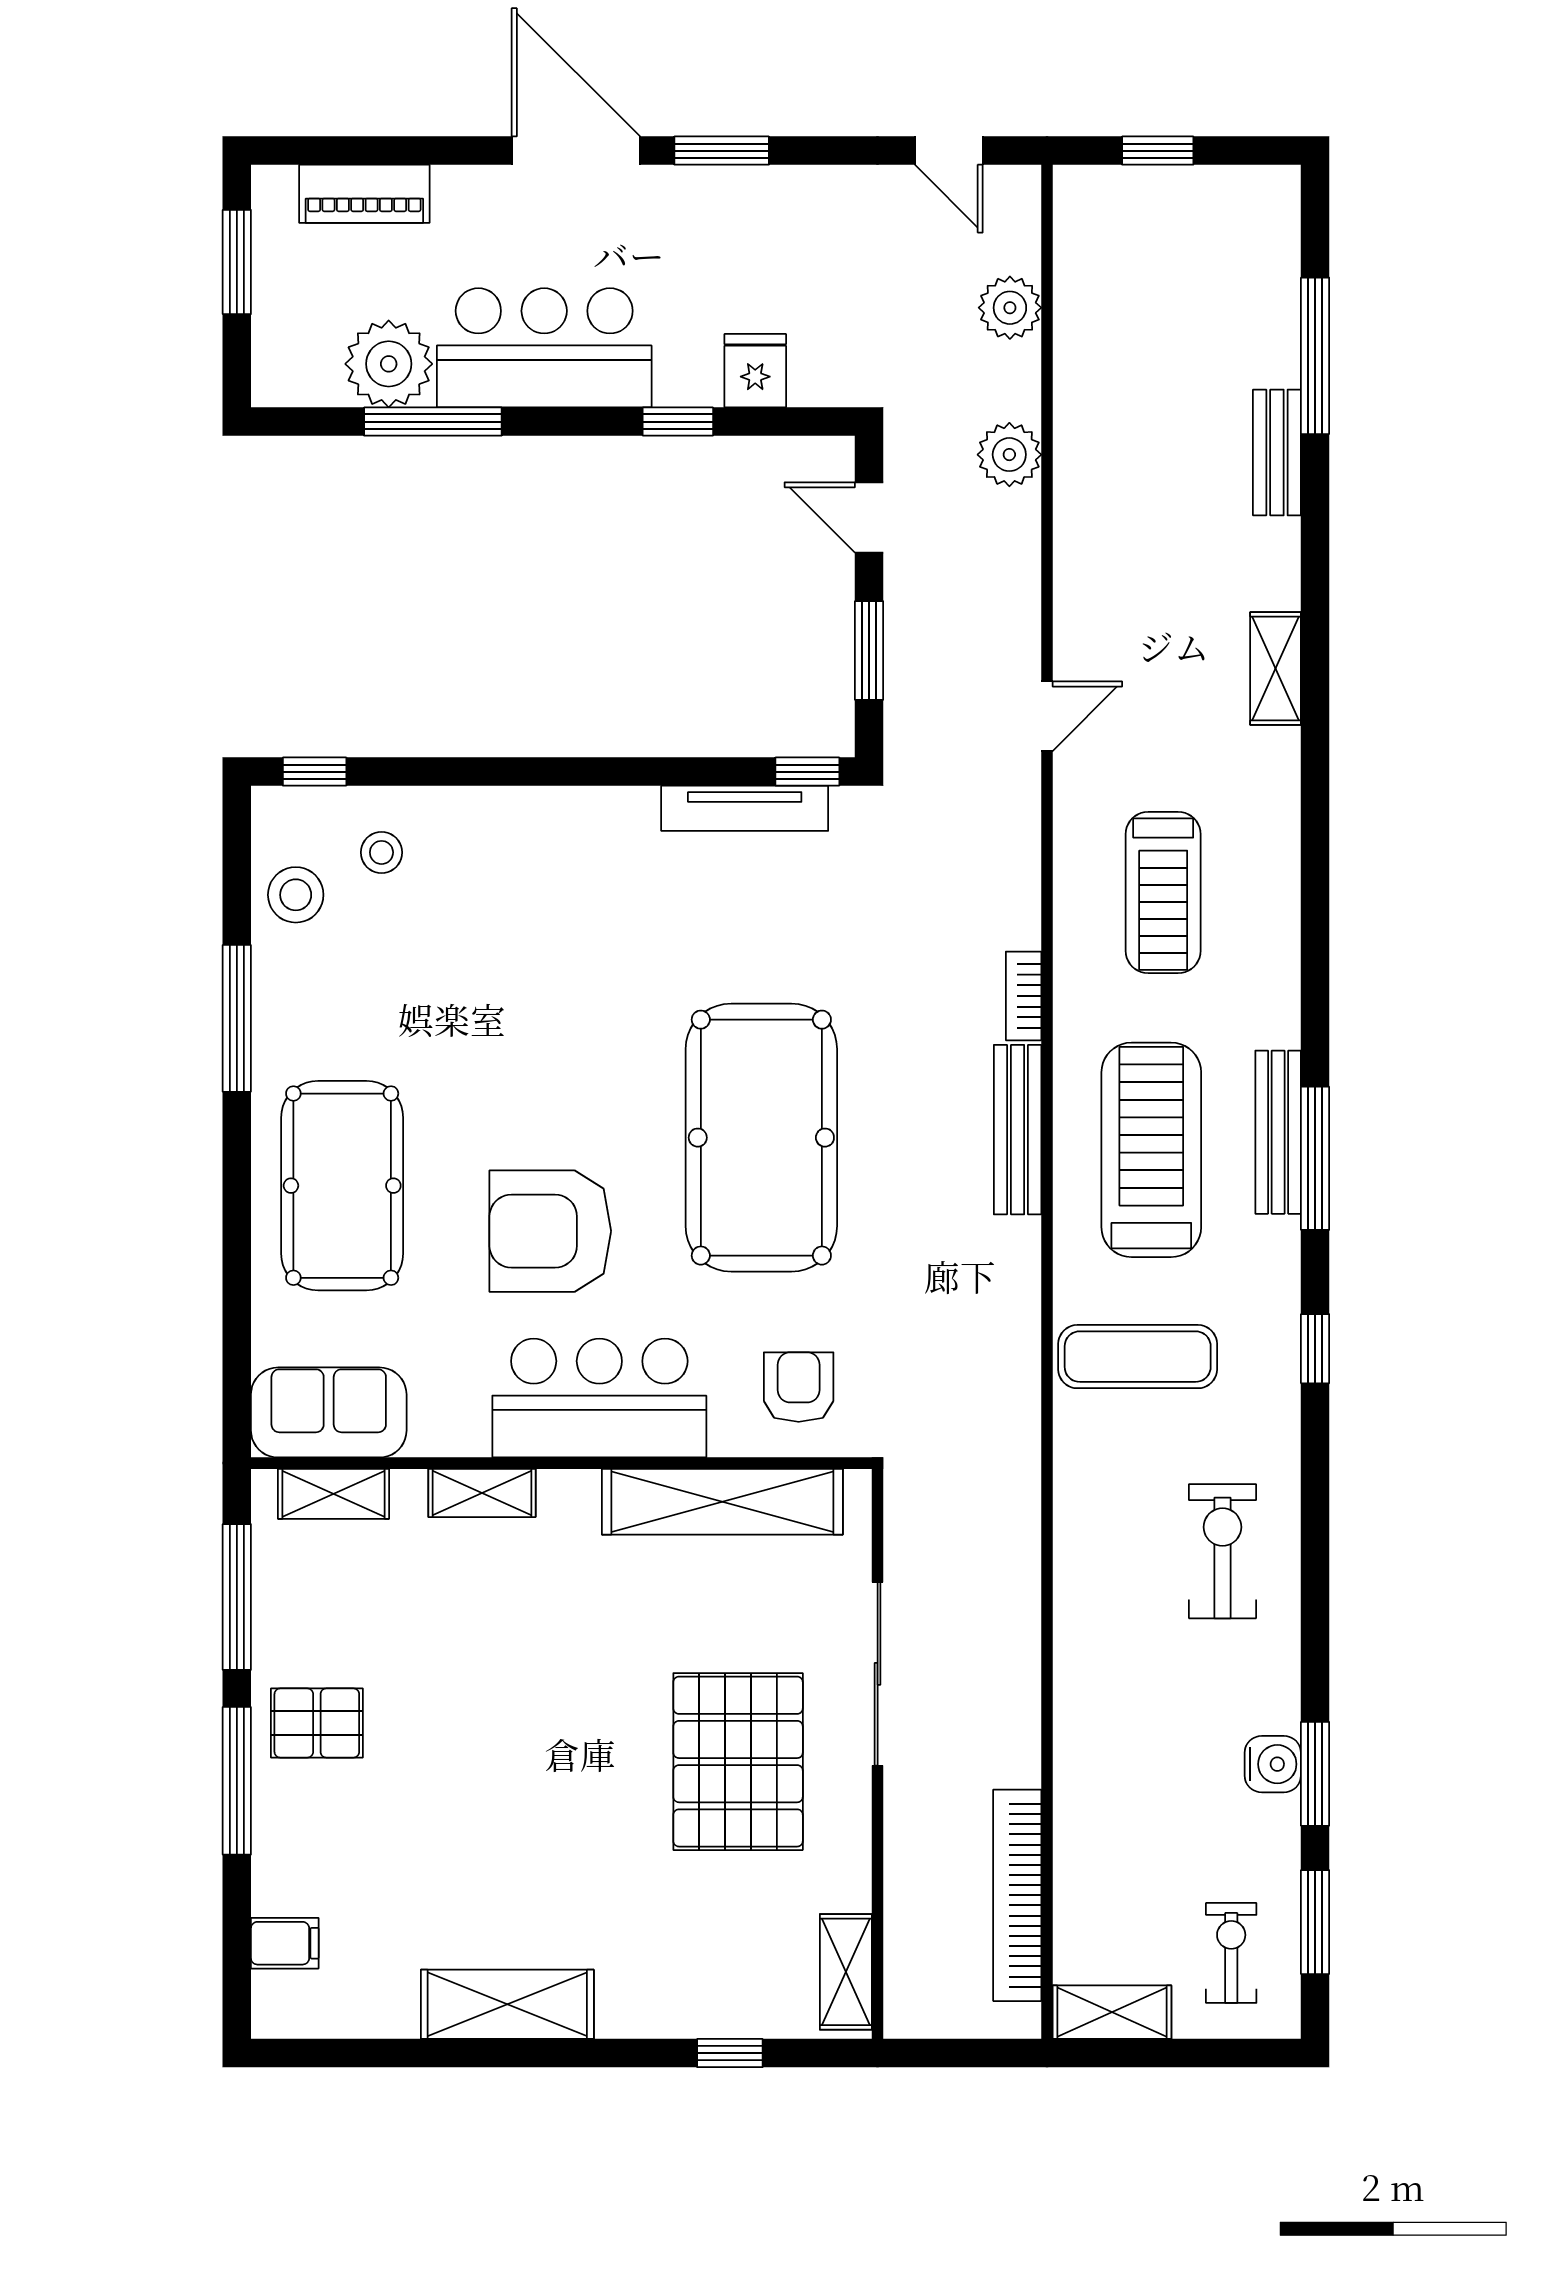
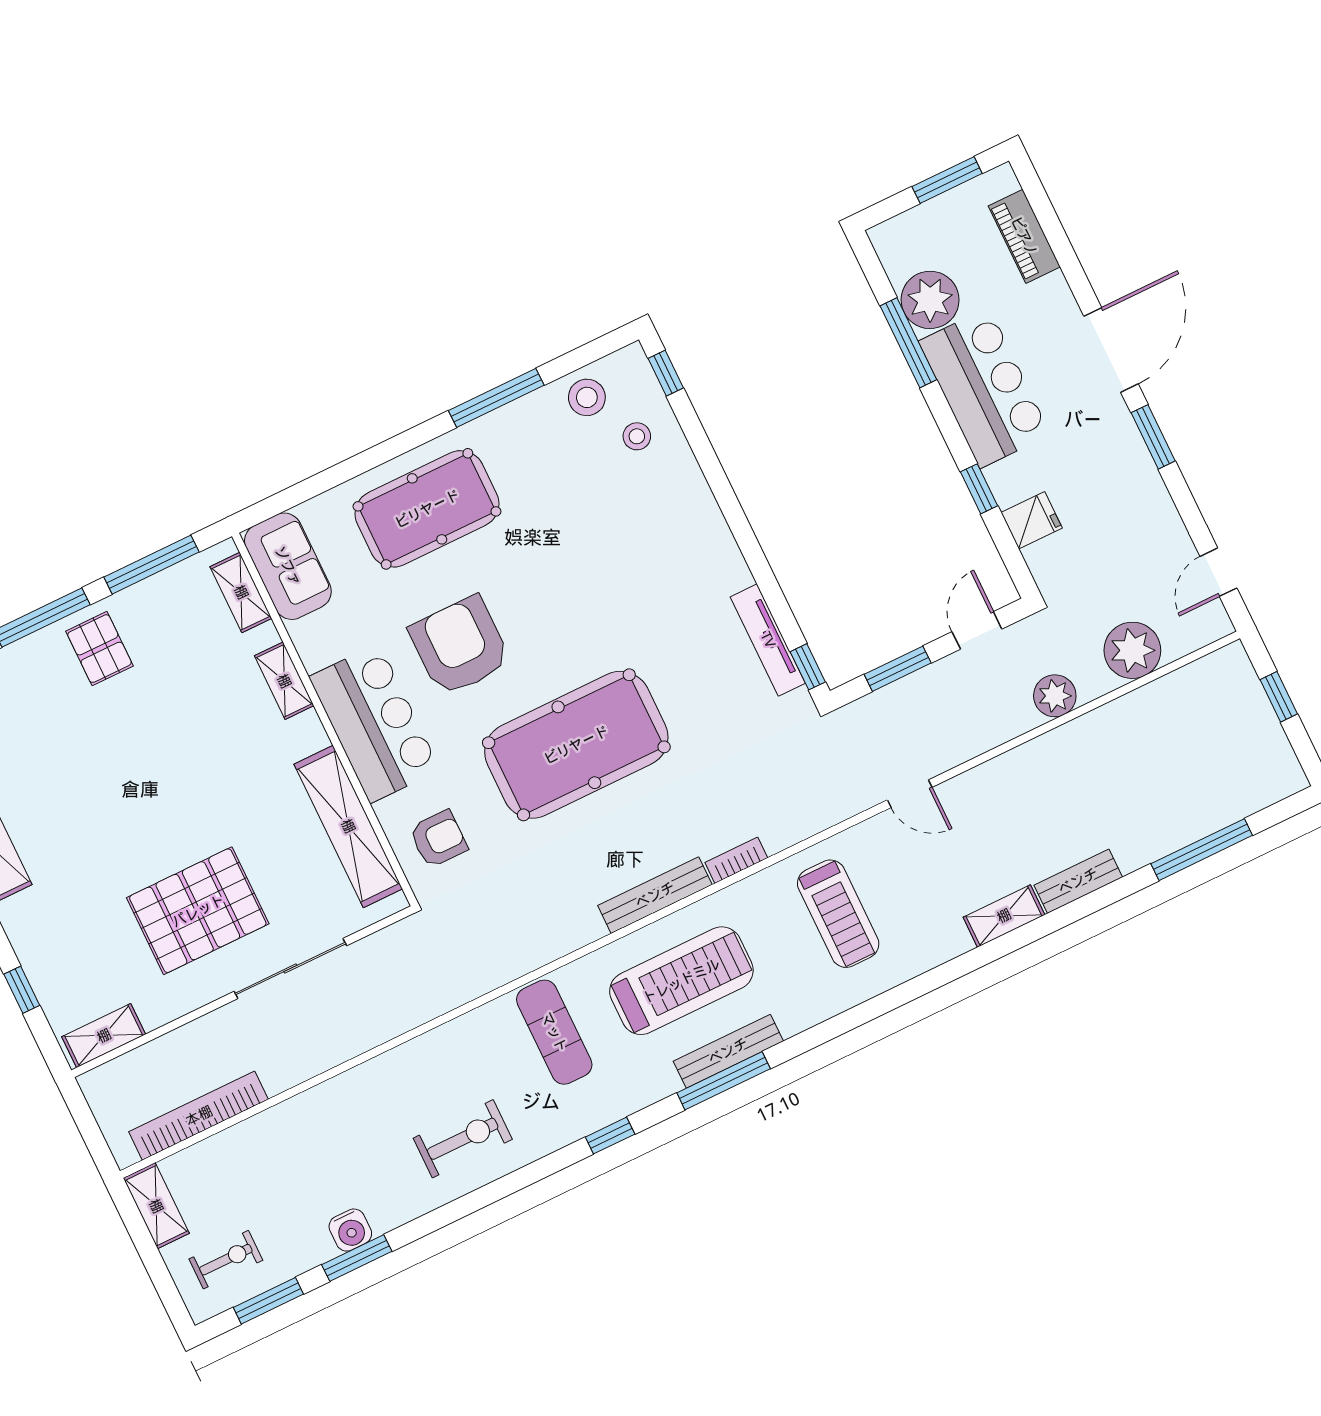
plant: (1010, 308) -> (1132, 650), width x1.36, depth x1.36
bench: (1277, 453) -> (1078, 881), moved
treadmill: (1163, 893) -> (838, 914), turned -90

